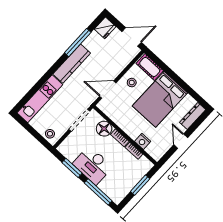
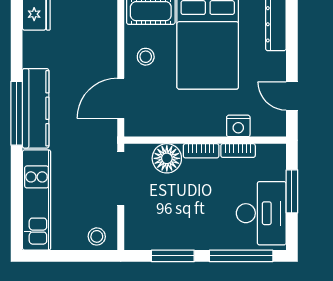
window: (78, 43) -> (17, 113), moved
door: (181, 141) -> (292, 96), moved
desk: (93, 165) -> (261, 213), moved, turned -90

